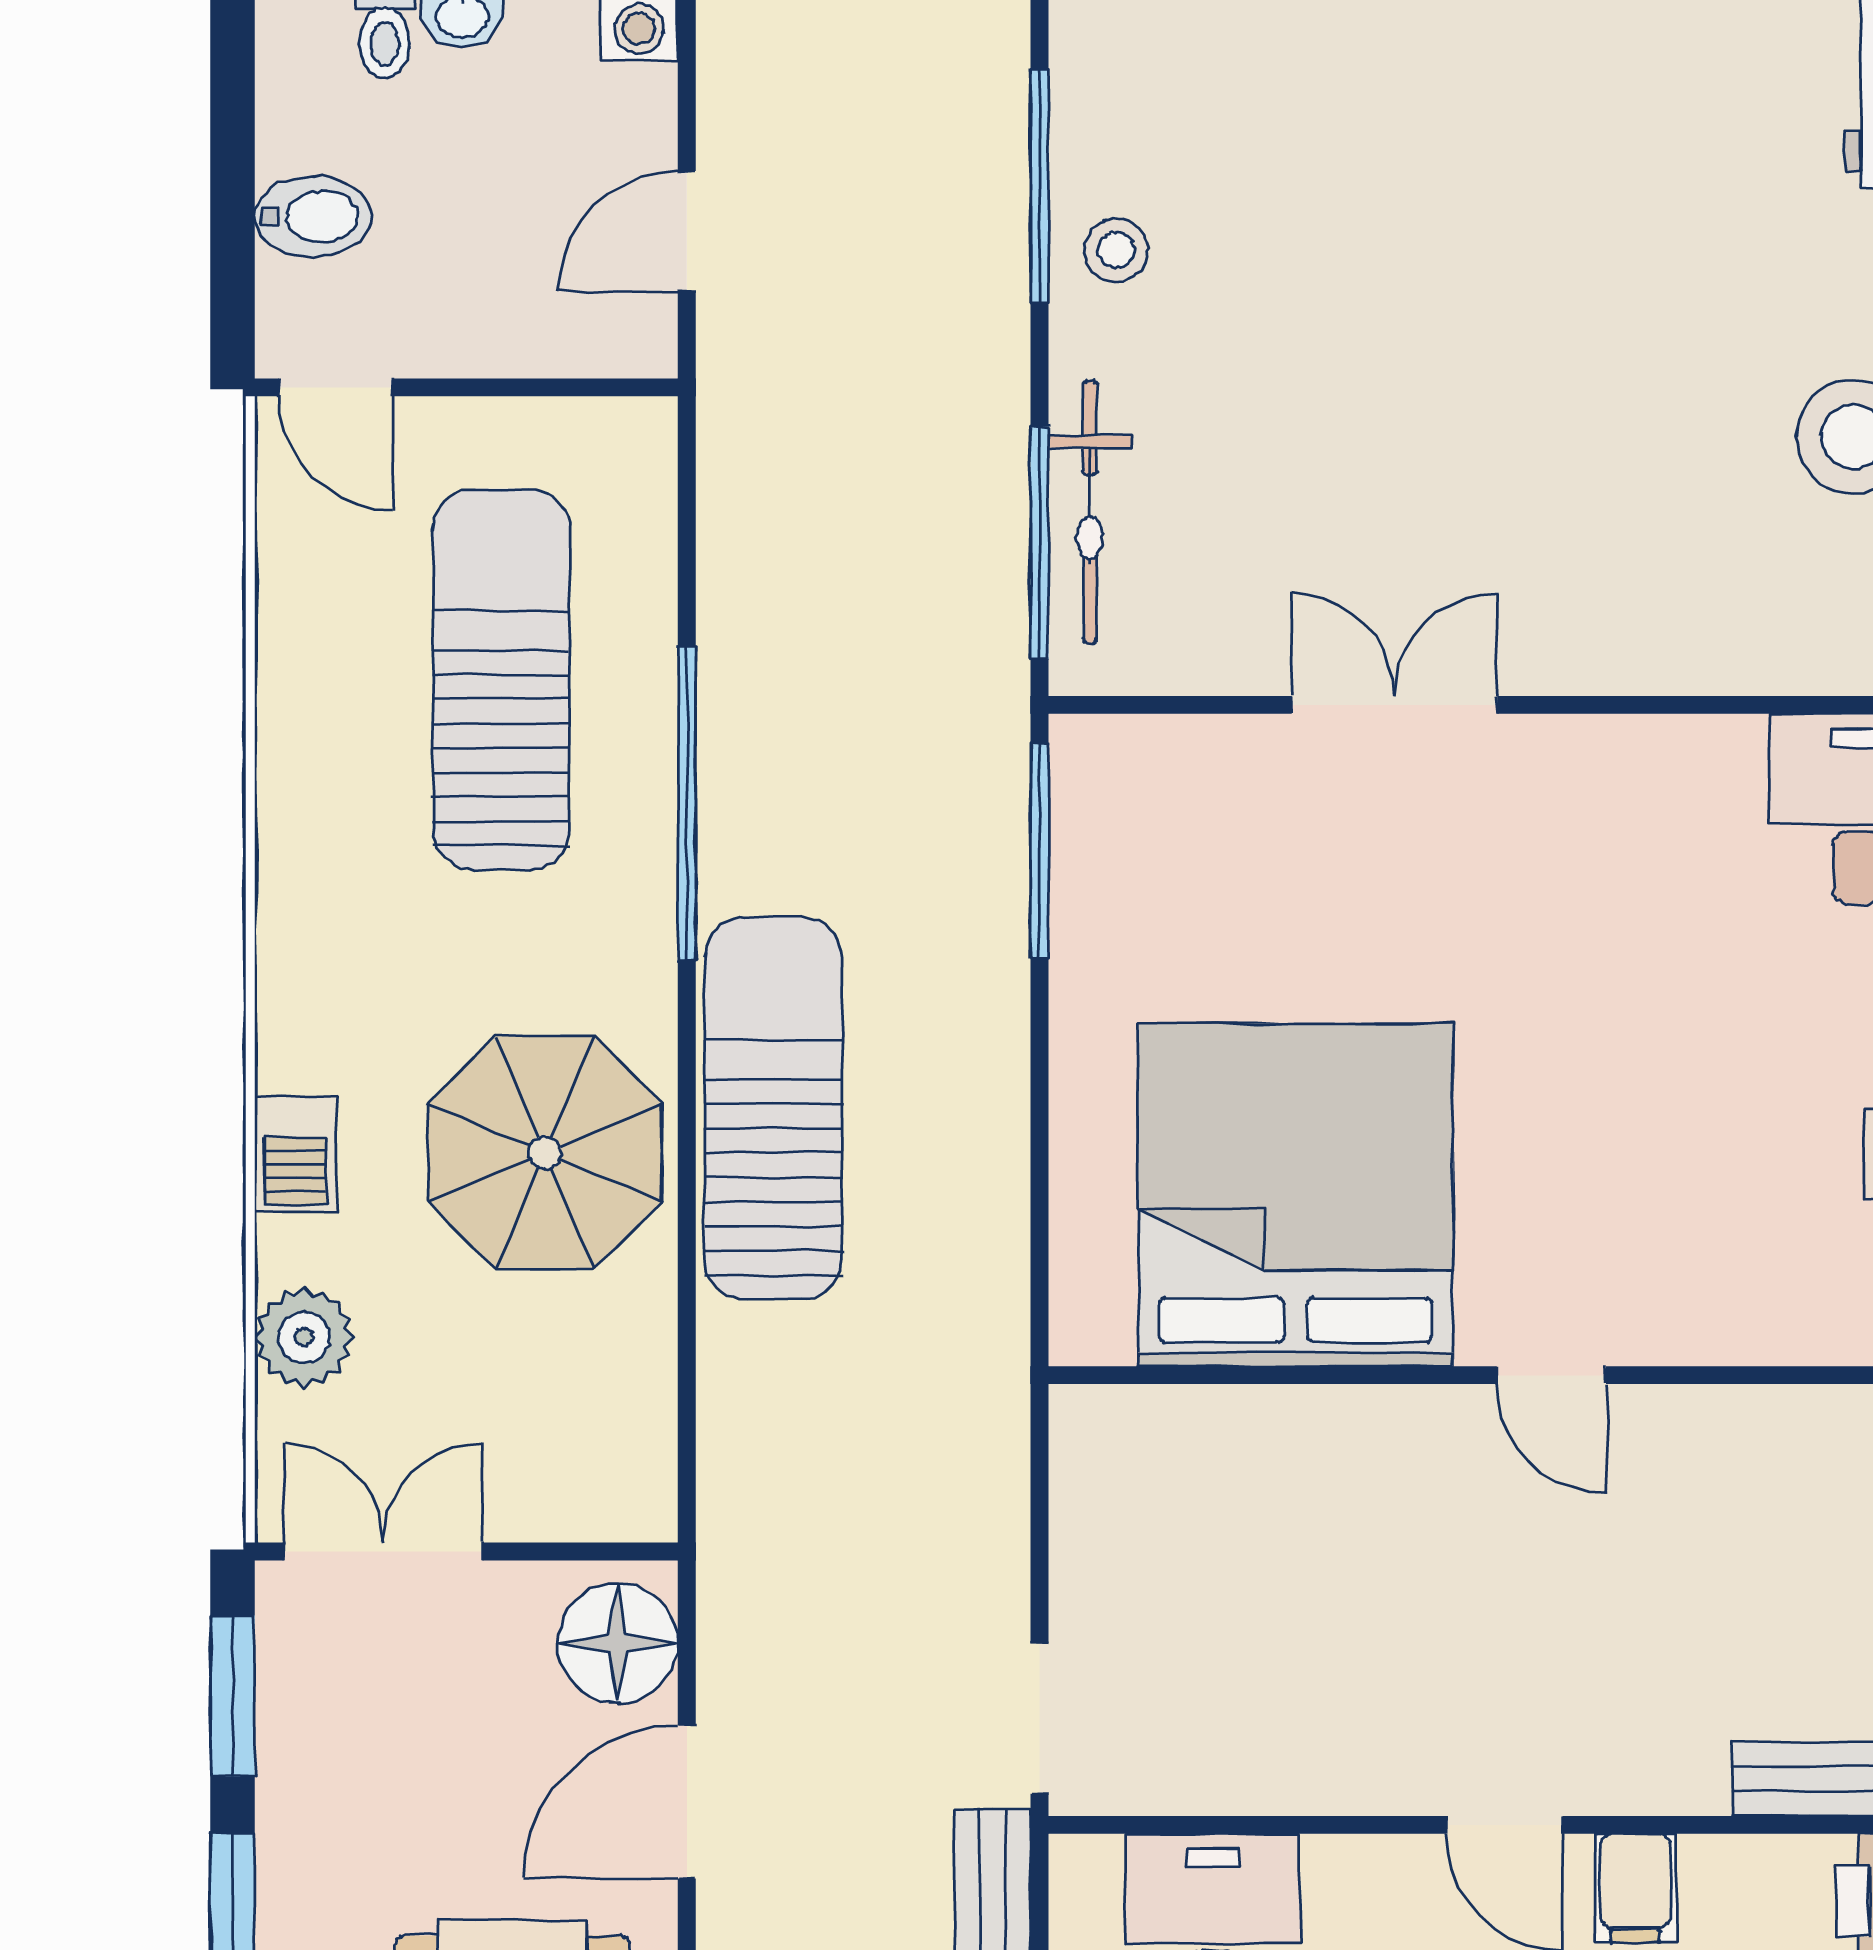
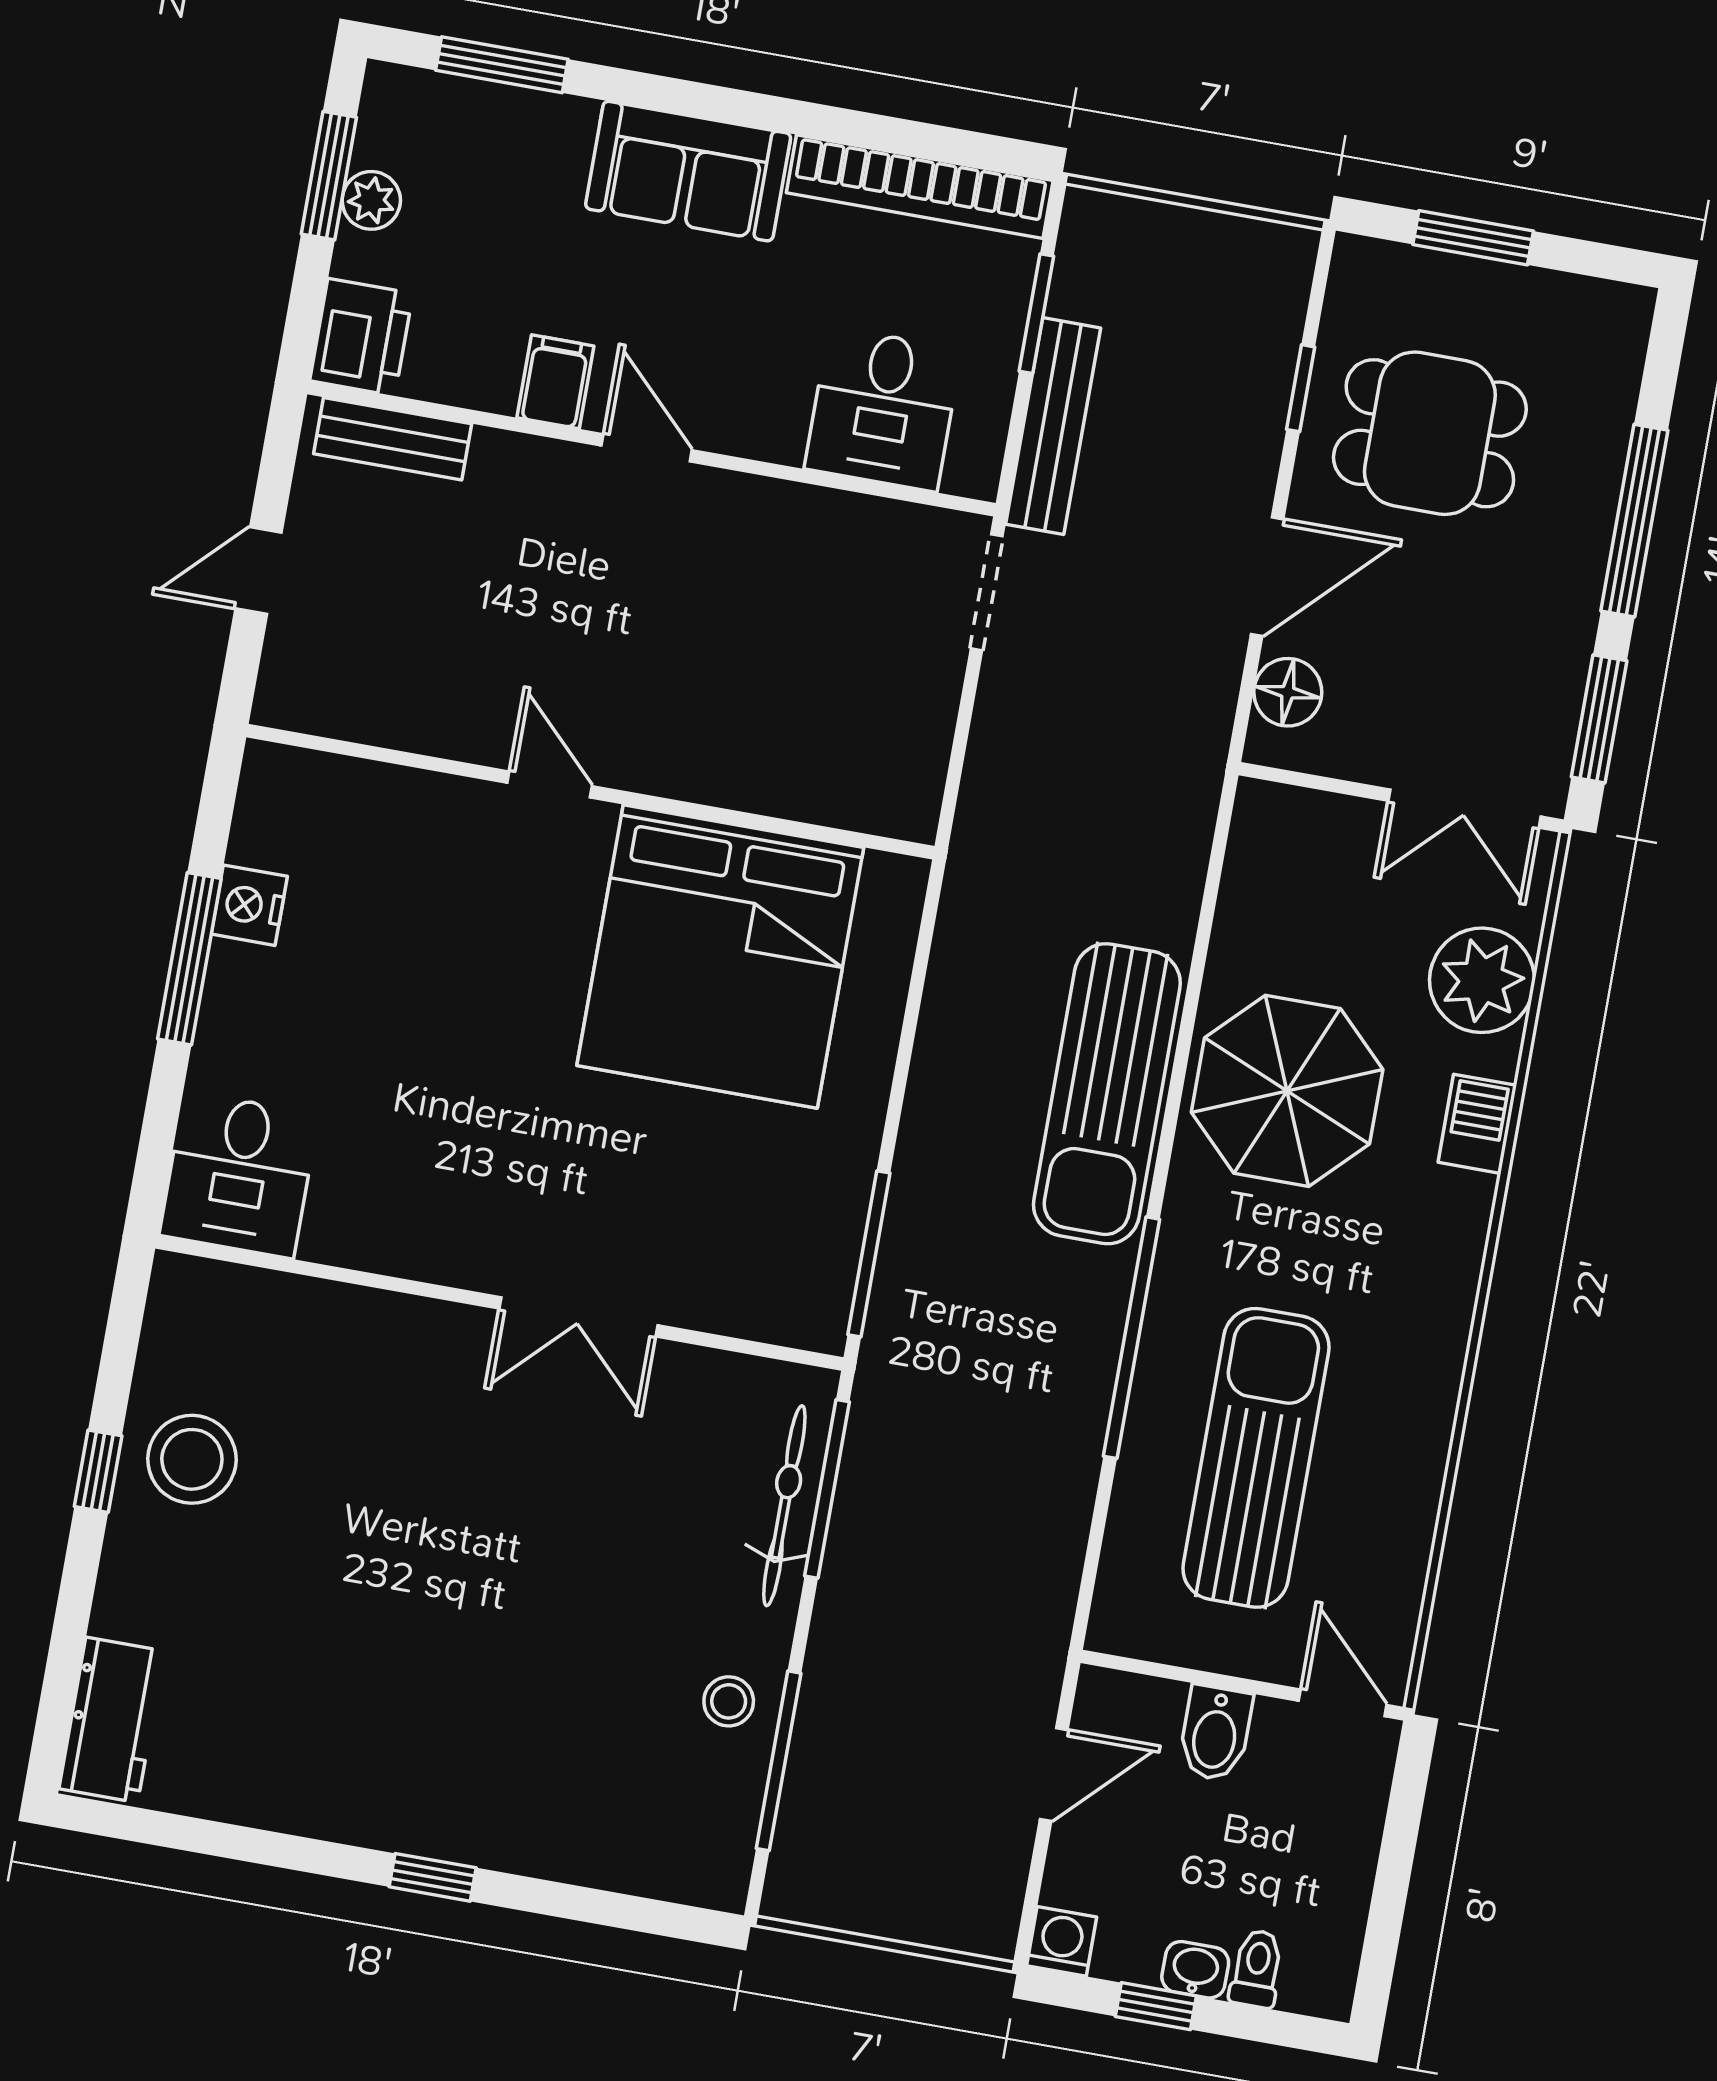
bidet: (313, 216) -> (1215, 1733), moved, turned -90
sun lounger: (501, 679) -> (1256, 1458), turned 180
plant: (304, 1337) -> (1482, 980), width x1.36, depth x1.36
floor lamp: (618, 1643) -> (1288, 692), width x0.73, depth x0.73

